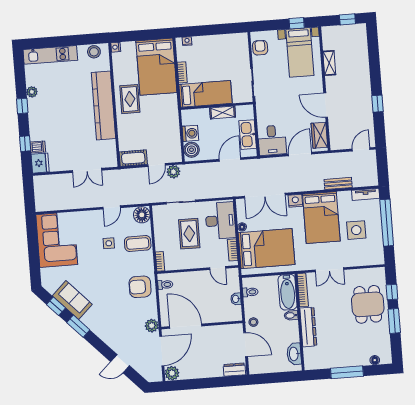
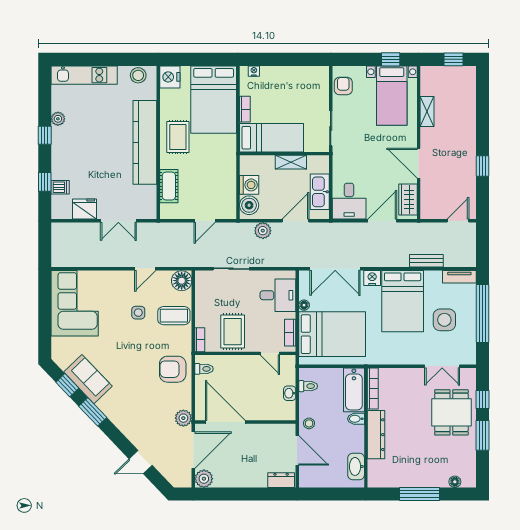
nightstand: (116, 47) -> (170, 77), width x1.89, depth x1.79
cot: (133, 158) -> (169, 186), moved, turned 90
fridge: (40, 163) -> (85, 209), moved, turned -90
plant: (173, 172) -> (263, 231), moved
desk: (220, 221) -> (278, 295), width x0.73
rug: (189, 234) -> (233, 332), moved
double door: (329, 270) -> (442, 366), moved

